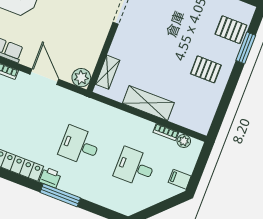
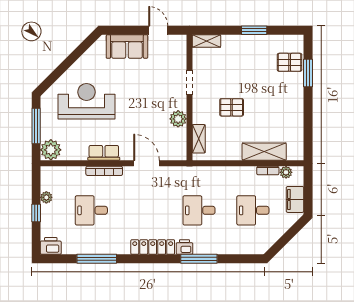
pallet: (206, 69) -> (232, 107), moved
plant: (81, 78) -> (178, 119), moved
shelving: (148, 103) -> (264, 152), moved
filing cabinet: (180, 179) -> (295, 199), width x2.00

